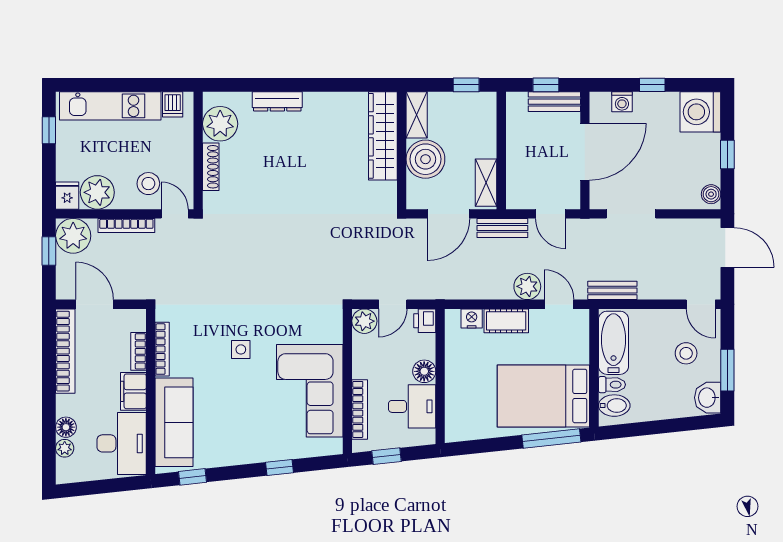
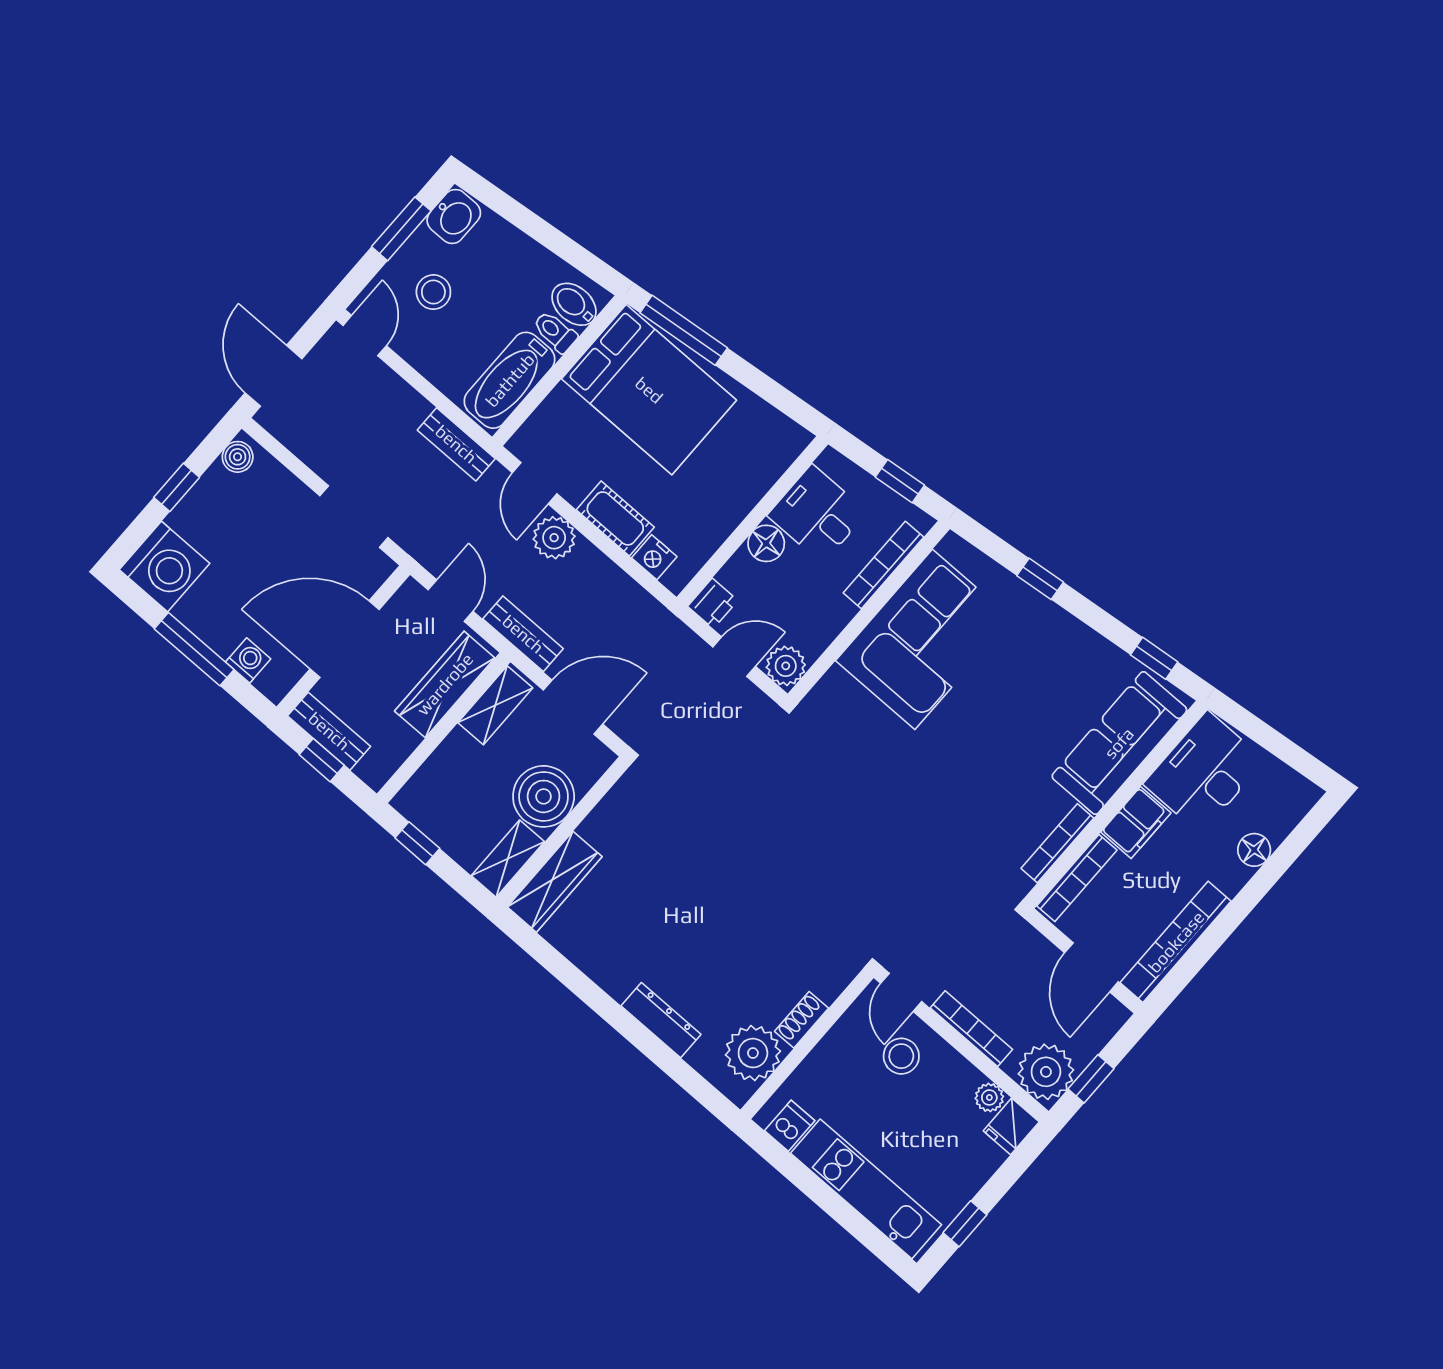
window: (652, 85) -> (194, 649), width x2.17
wardrobe: (383, 136) -> (555, 882), width x0.71, depth x0.85
shoe rack: (211, 167) -> (802, 1020), width x0.70
wardrobe: (519, 172) -> (445, 684), added
plant: (97, 192) -> (989, 1097), width x0.53, depth x0.53
side table: (241, 349) -> (963, 761), removed
bookcase: (138, 351) -> (1077, 878), width x1.56
plant: (65, 448) -> (1278, 826), removed

